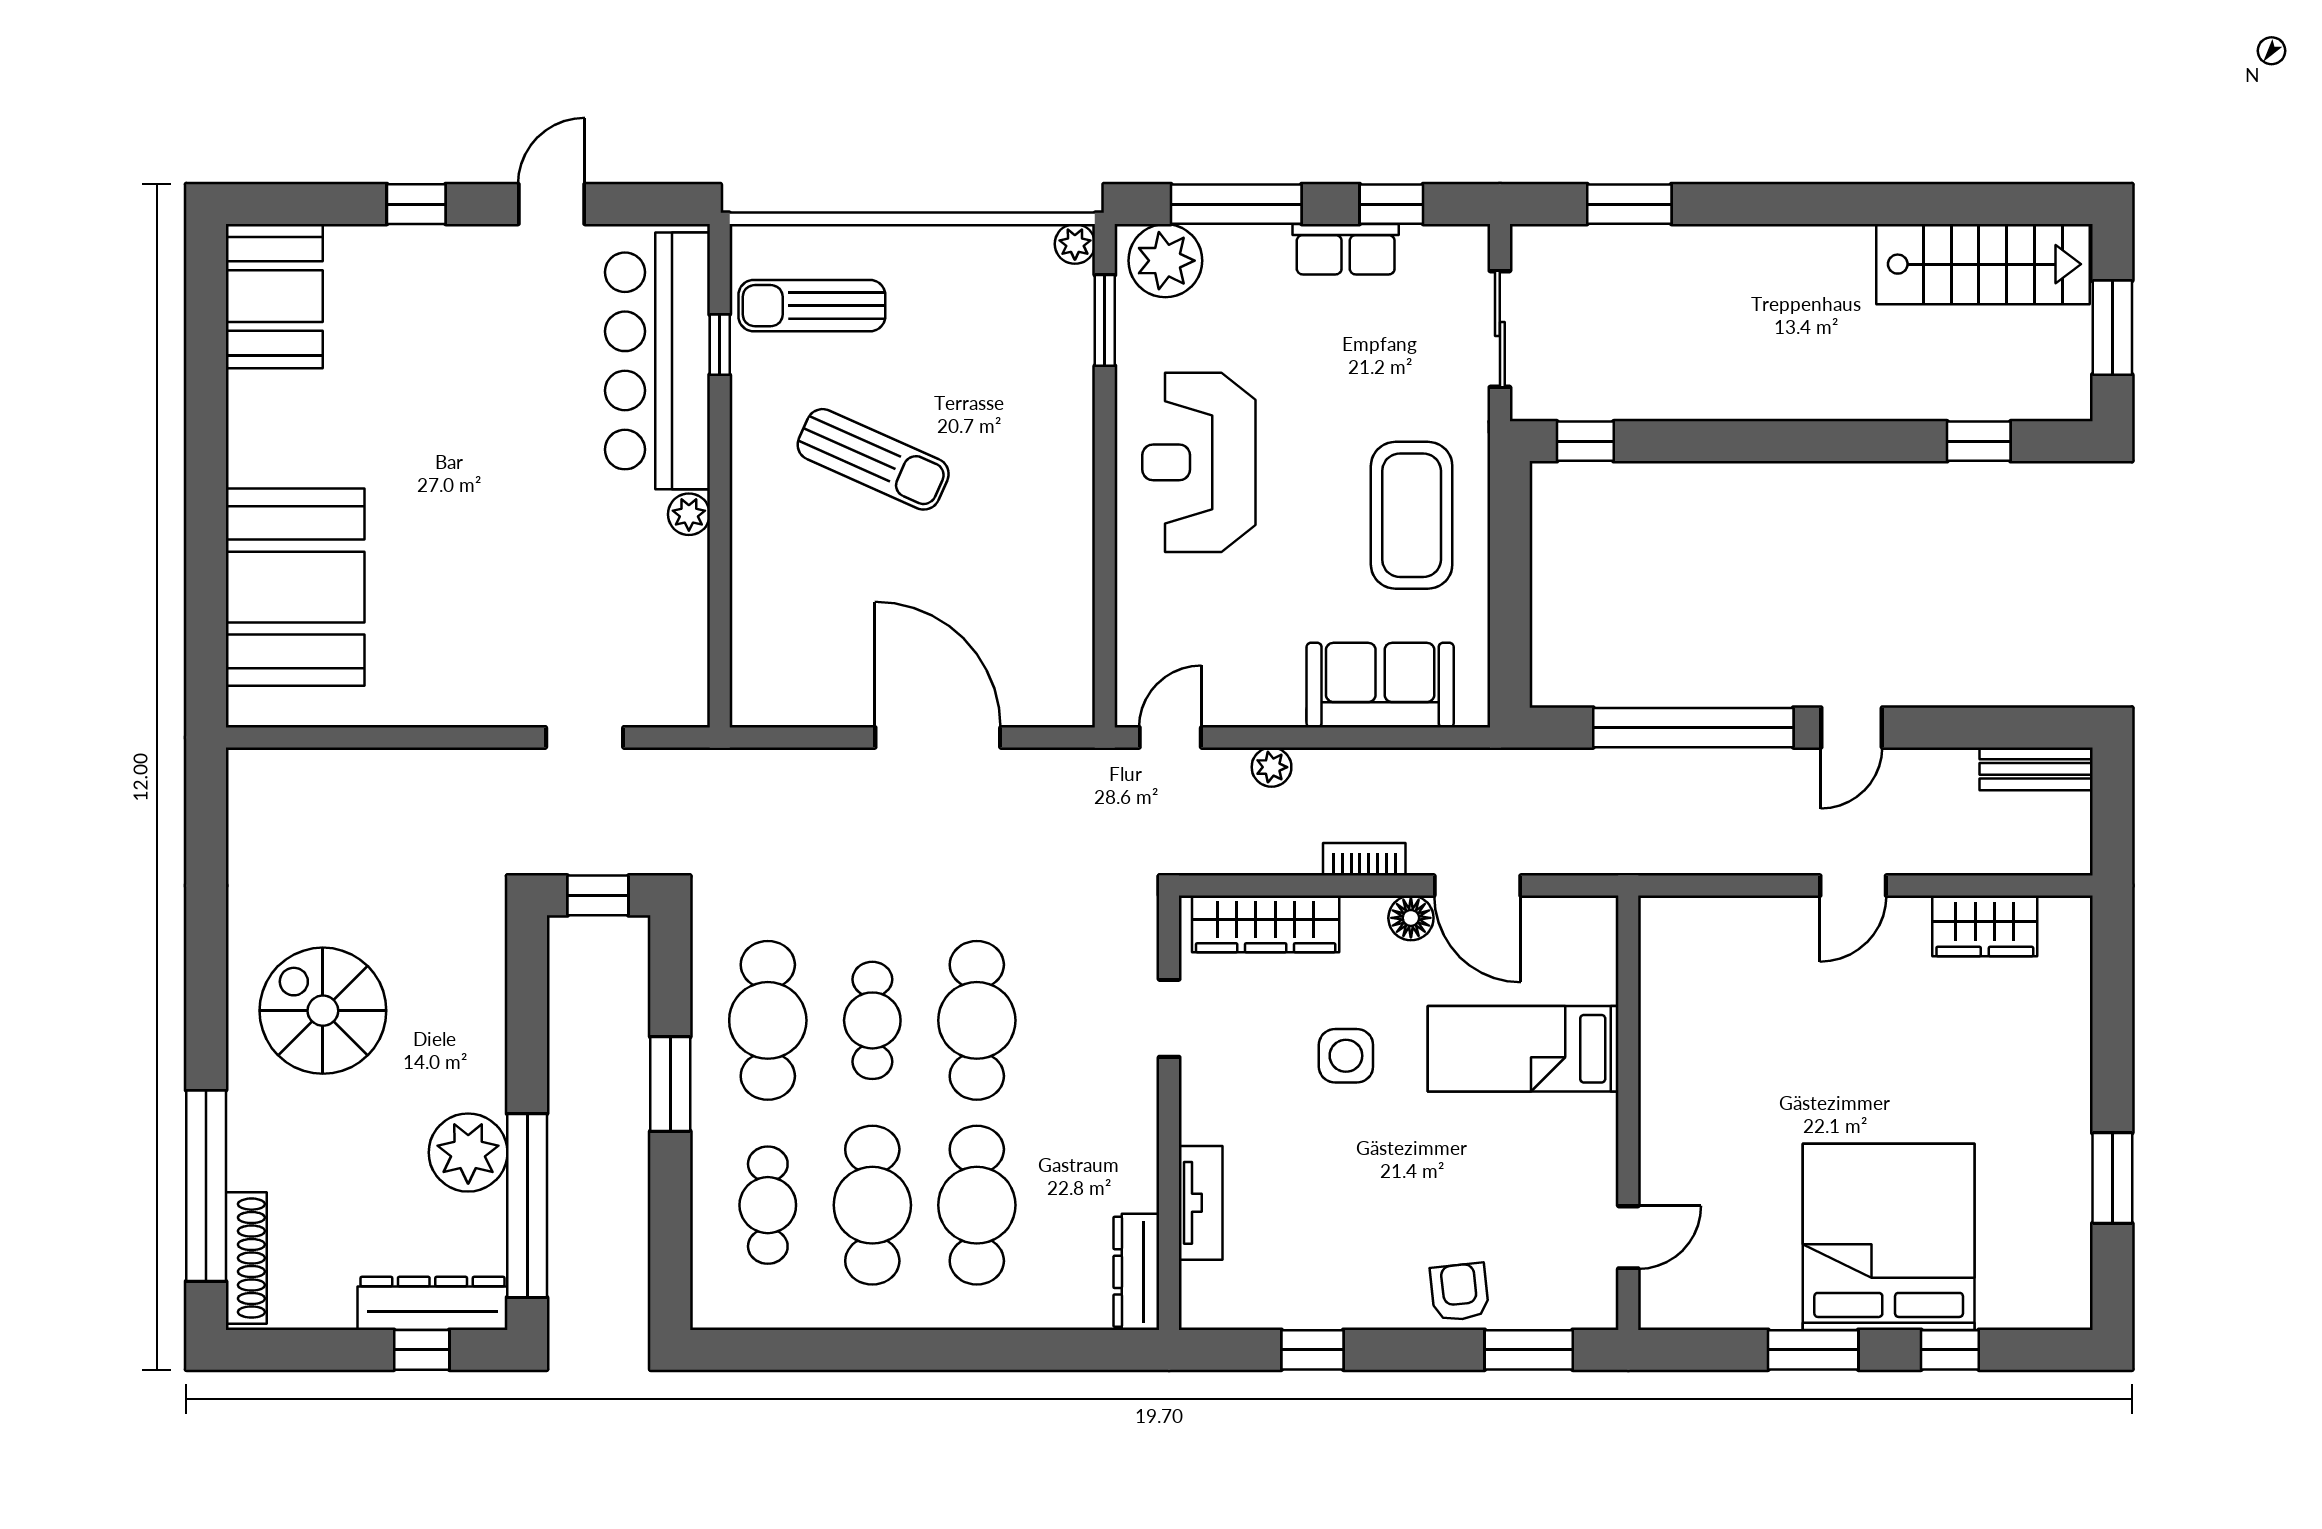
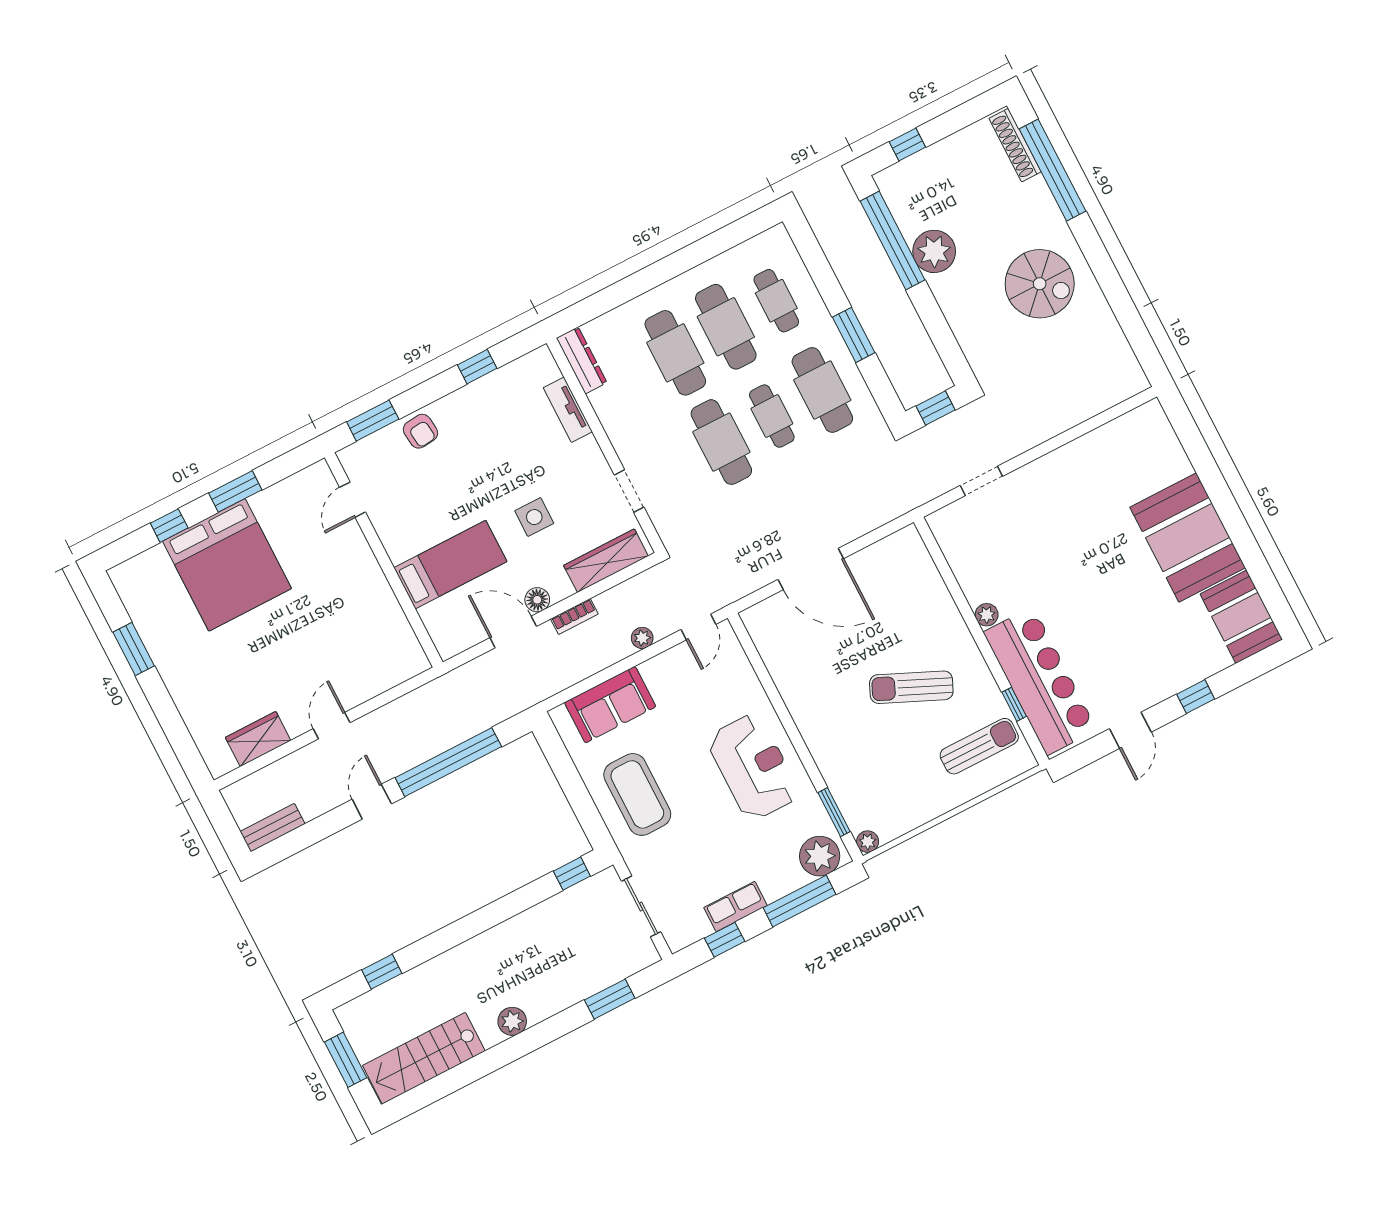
plant: (1808, 250) -> (512, 1021), added
booth: (295, 587) -> (1188, 537), moved
dresser: (432, 1303) -> (914, 170), removed

